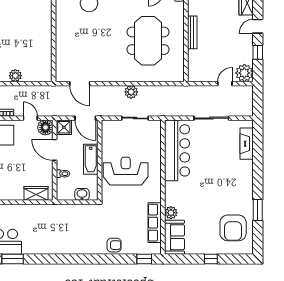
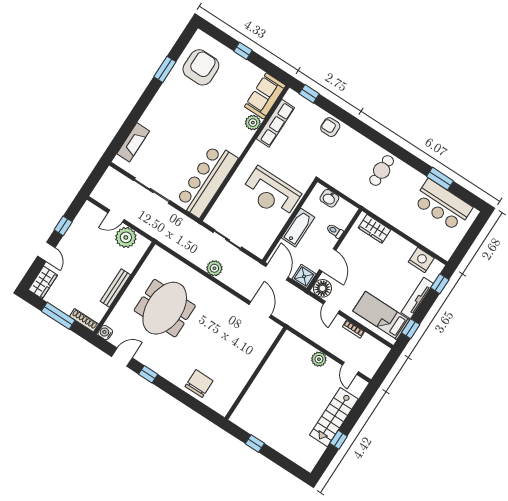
door: (258, 26) -> (46, 252), hinge flipped
plant: (244, 73) -> (126, 237), moved
cafe table: (58, 238) -> (382, 170), added

